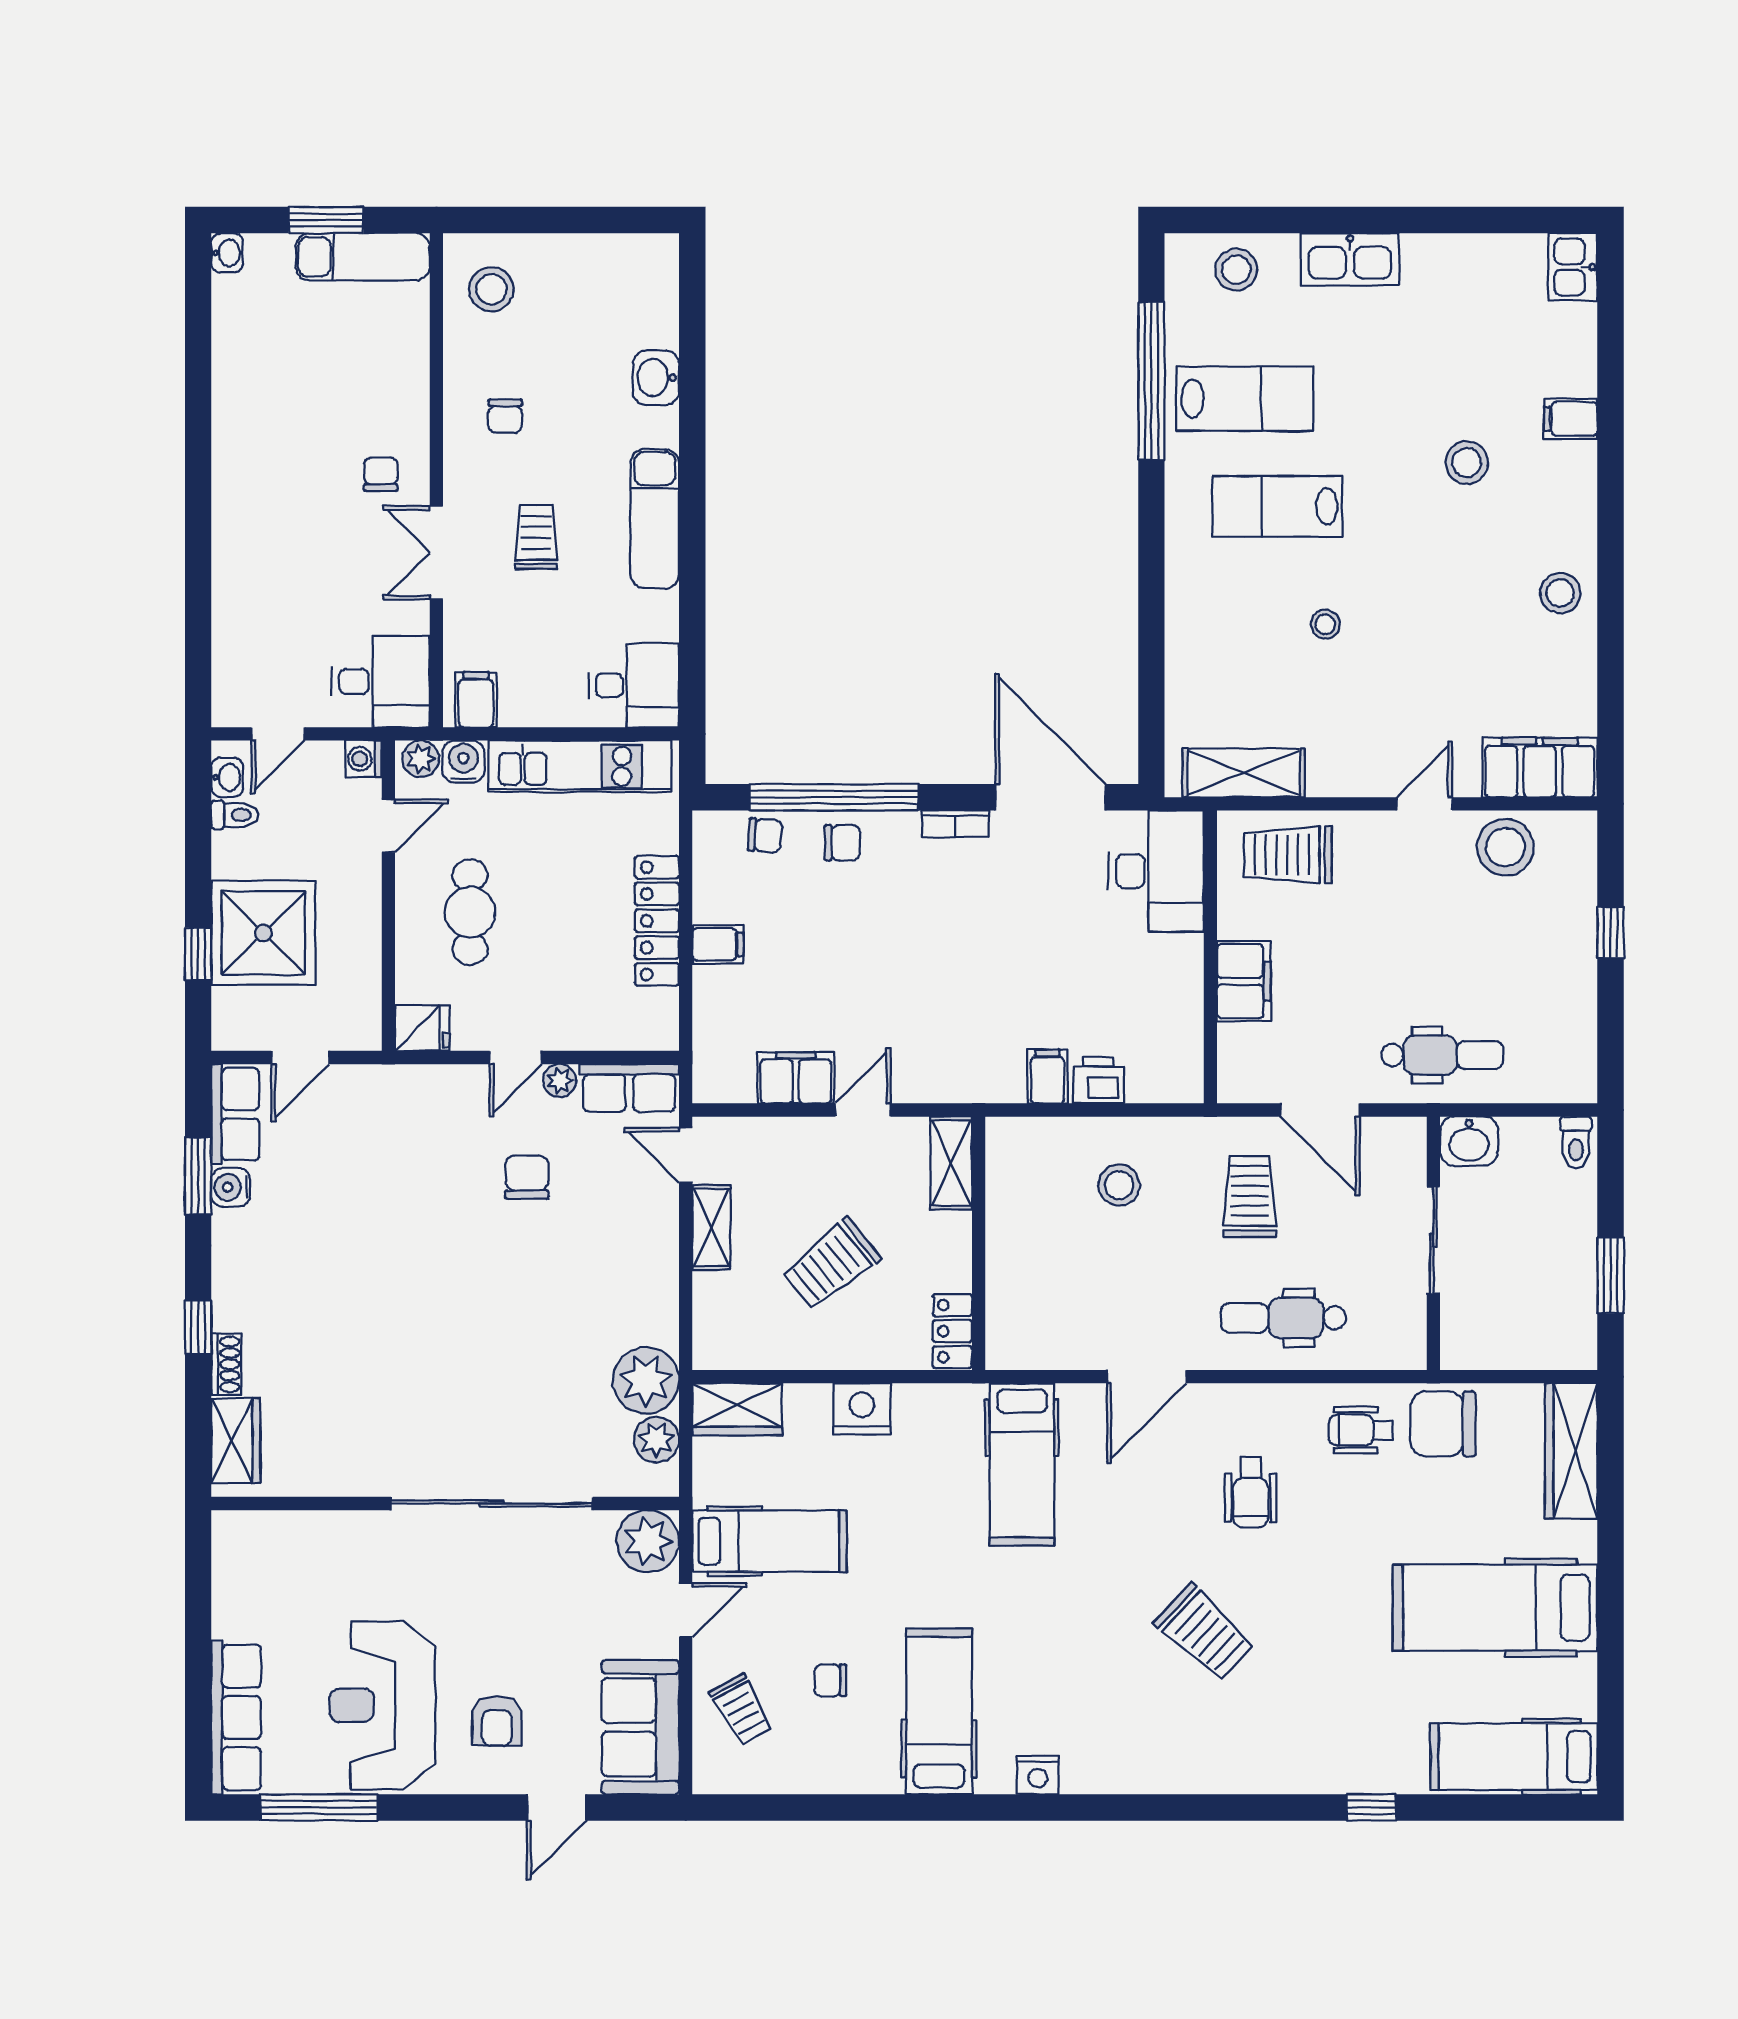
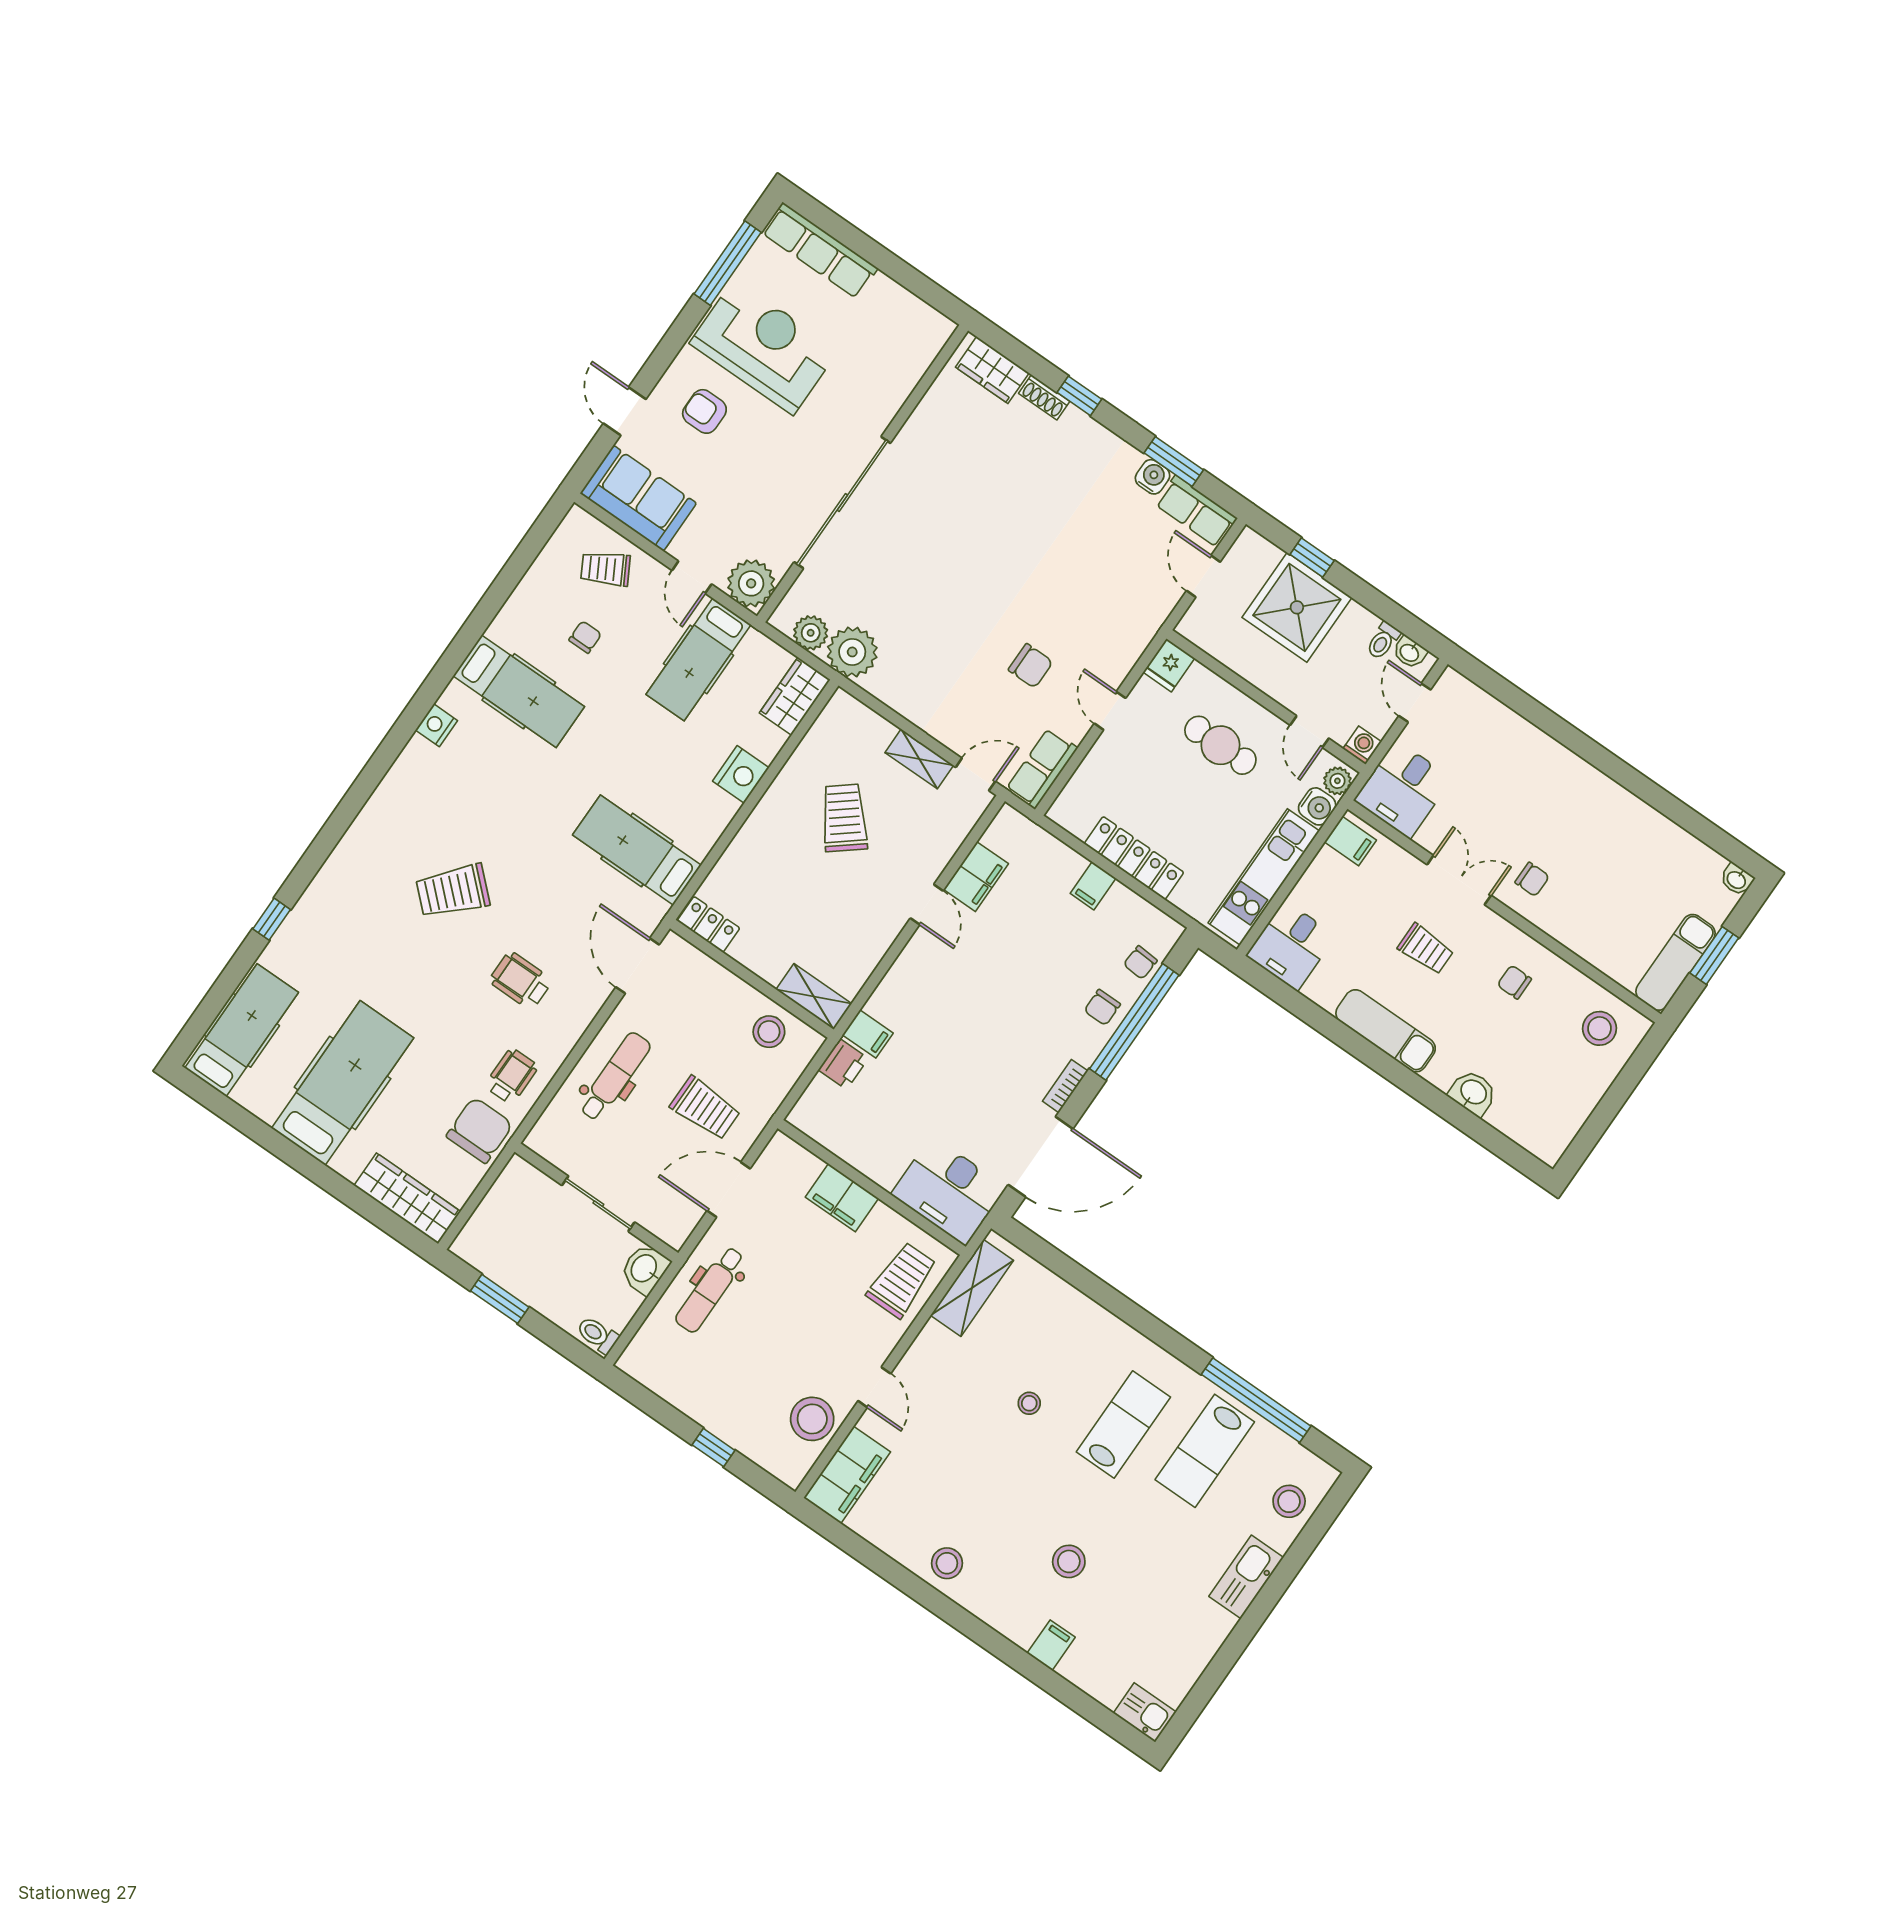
plant: (560, 1081) -> (1077, 728), removed
shelving: (951, 1163) -> (814, 997), moved
wall: (979, 1243) -> (752, 979), moved
locker: (952, 1331) -> (708, 924), moved

